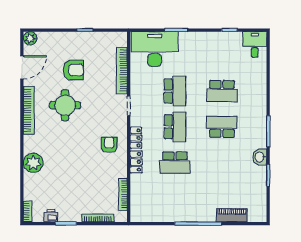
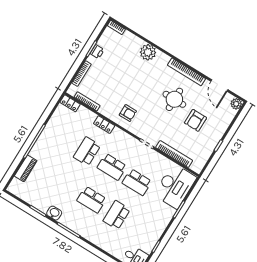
school desk: (222, 127) -> (92, 200), turned 90
locker: (136, 138) -> (70, 103), moved
printer: (51, 216) -> (97, 52), moved

